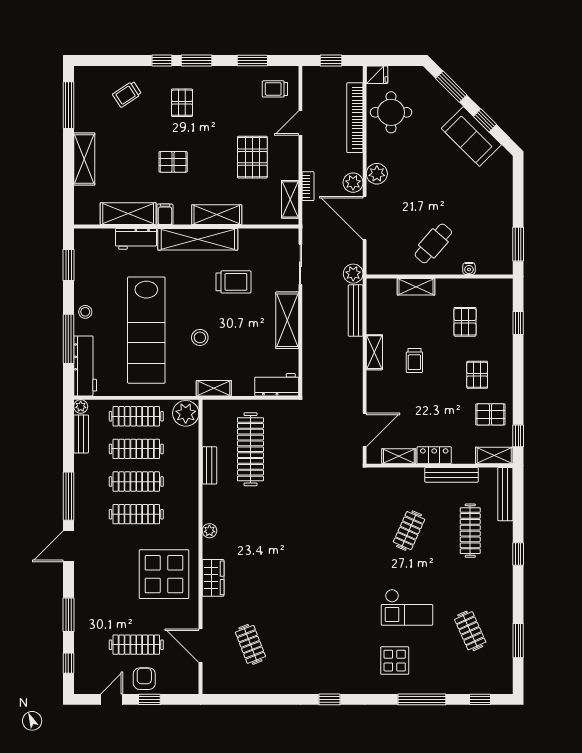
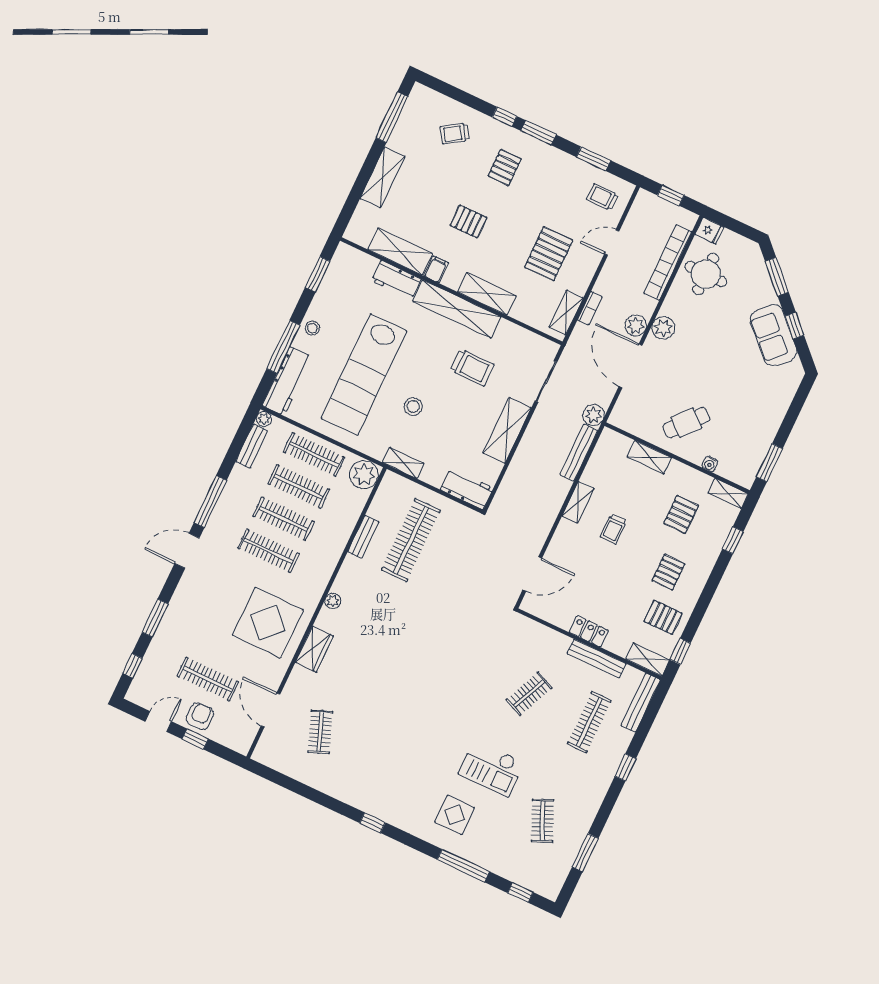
shelving: (399, 456) -> (728, 493), moved

